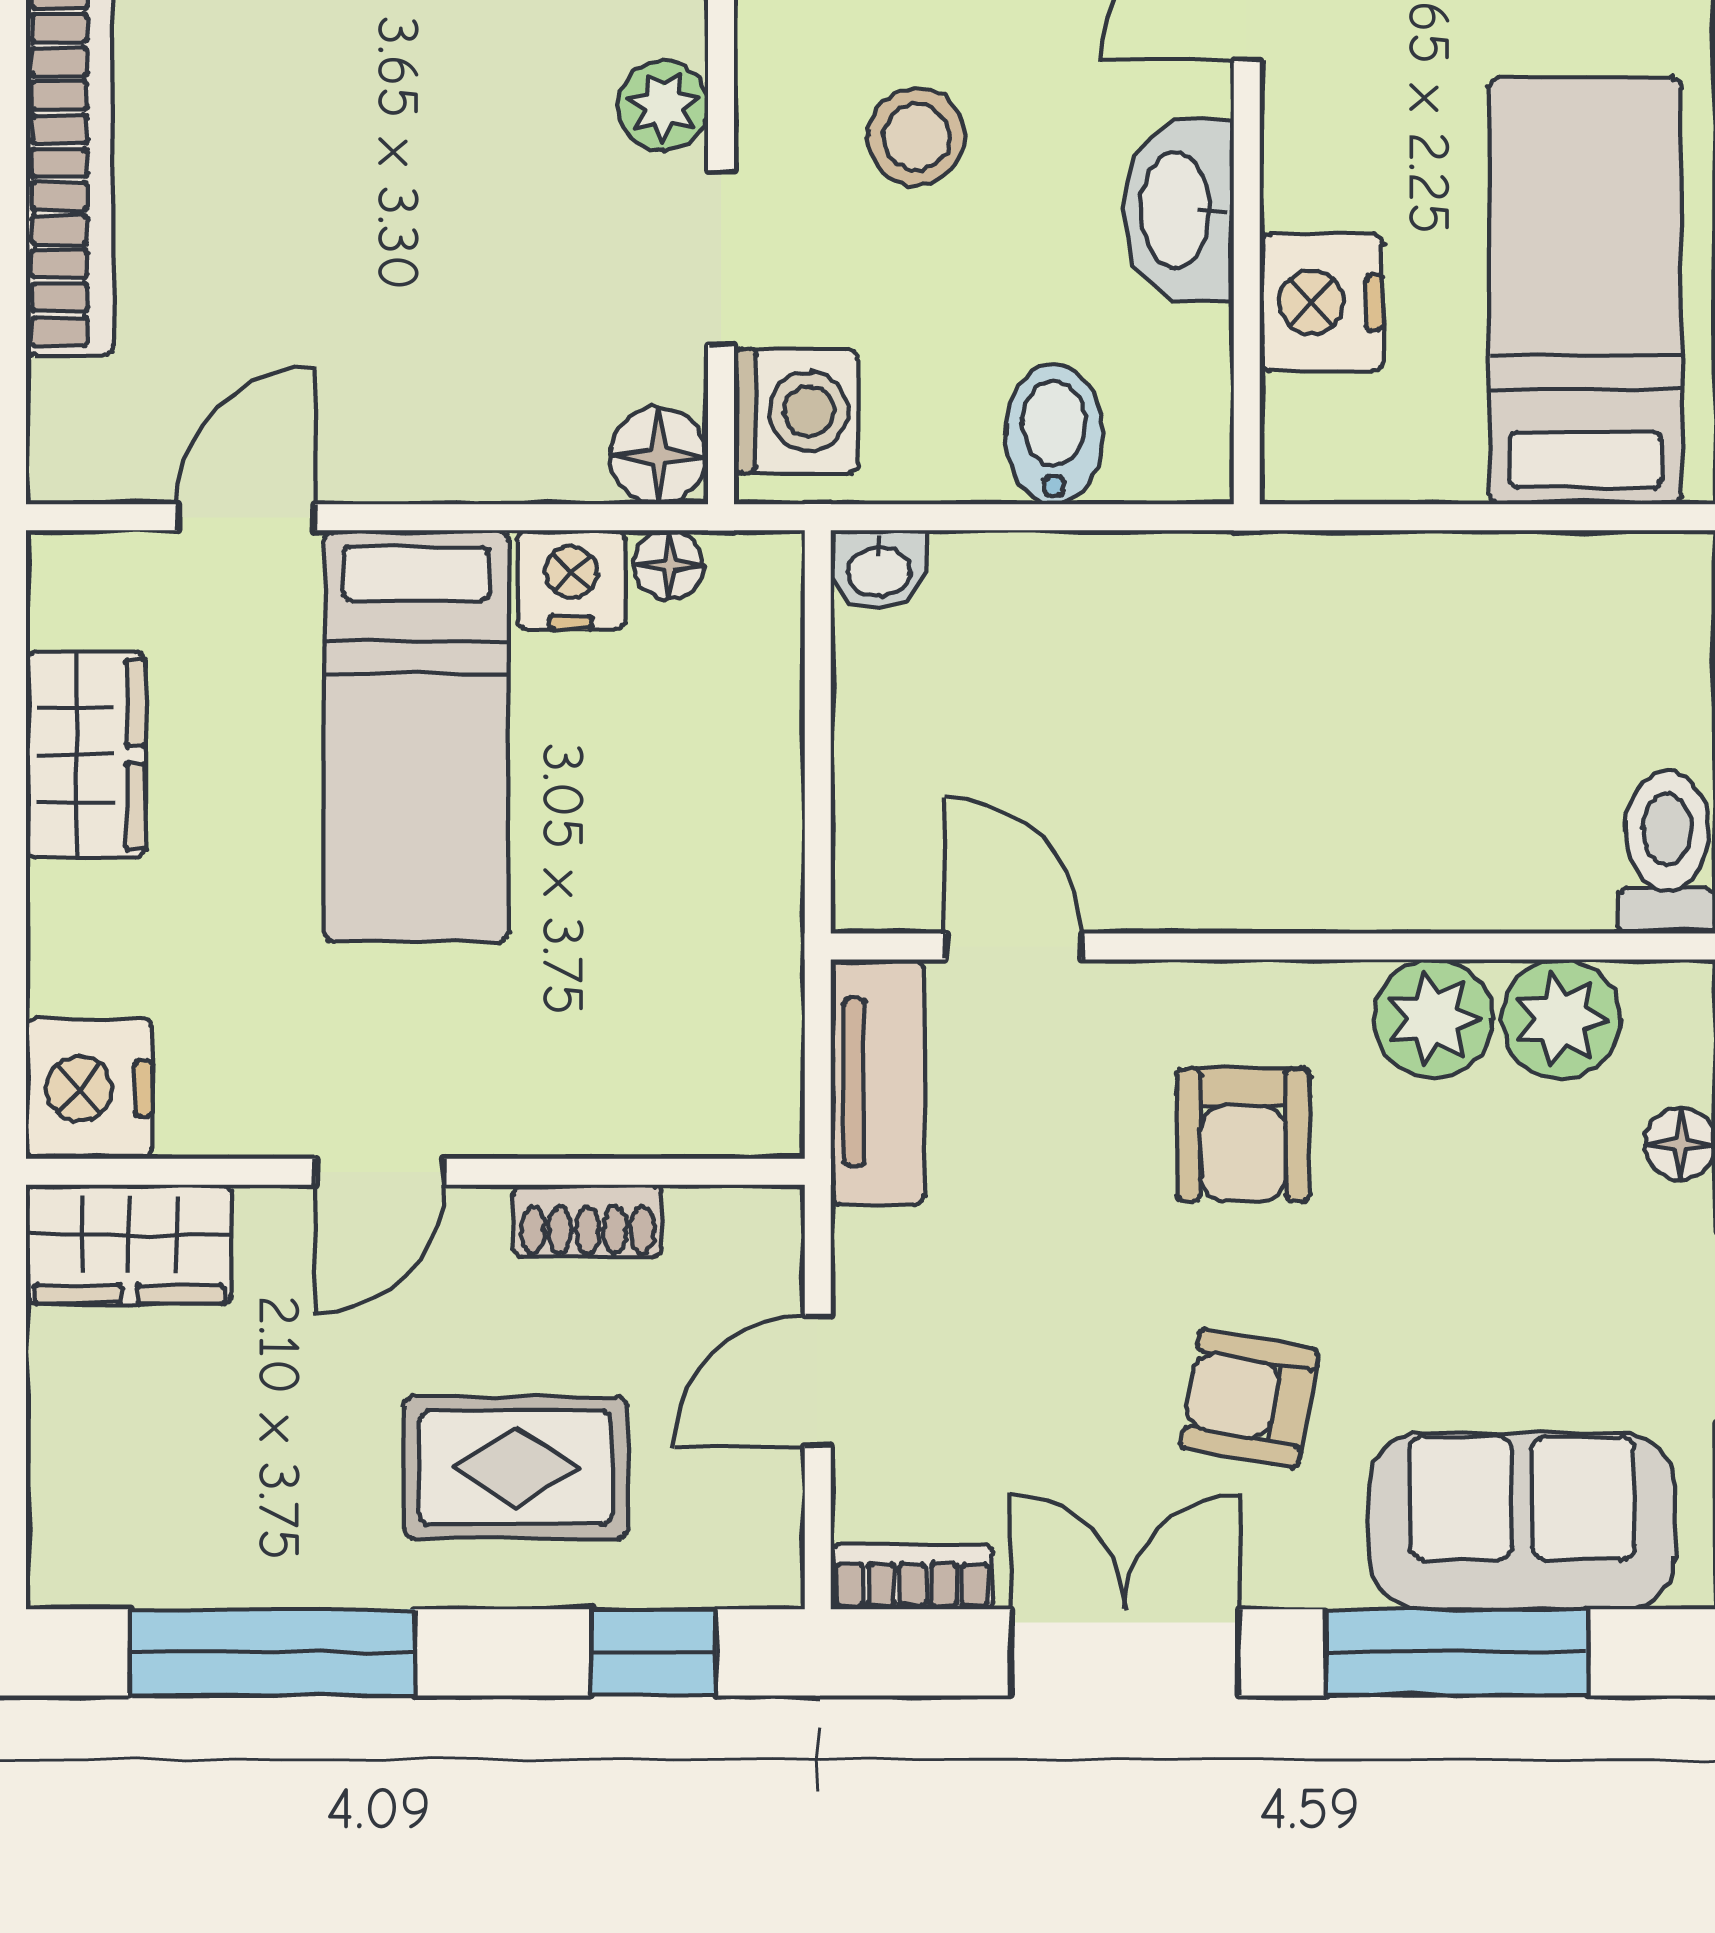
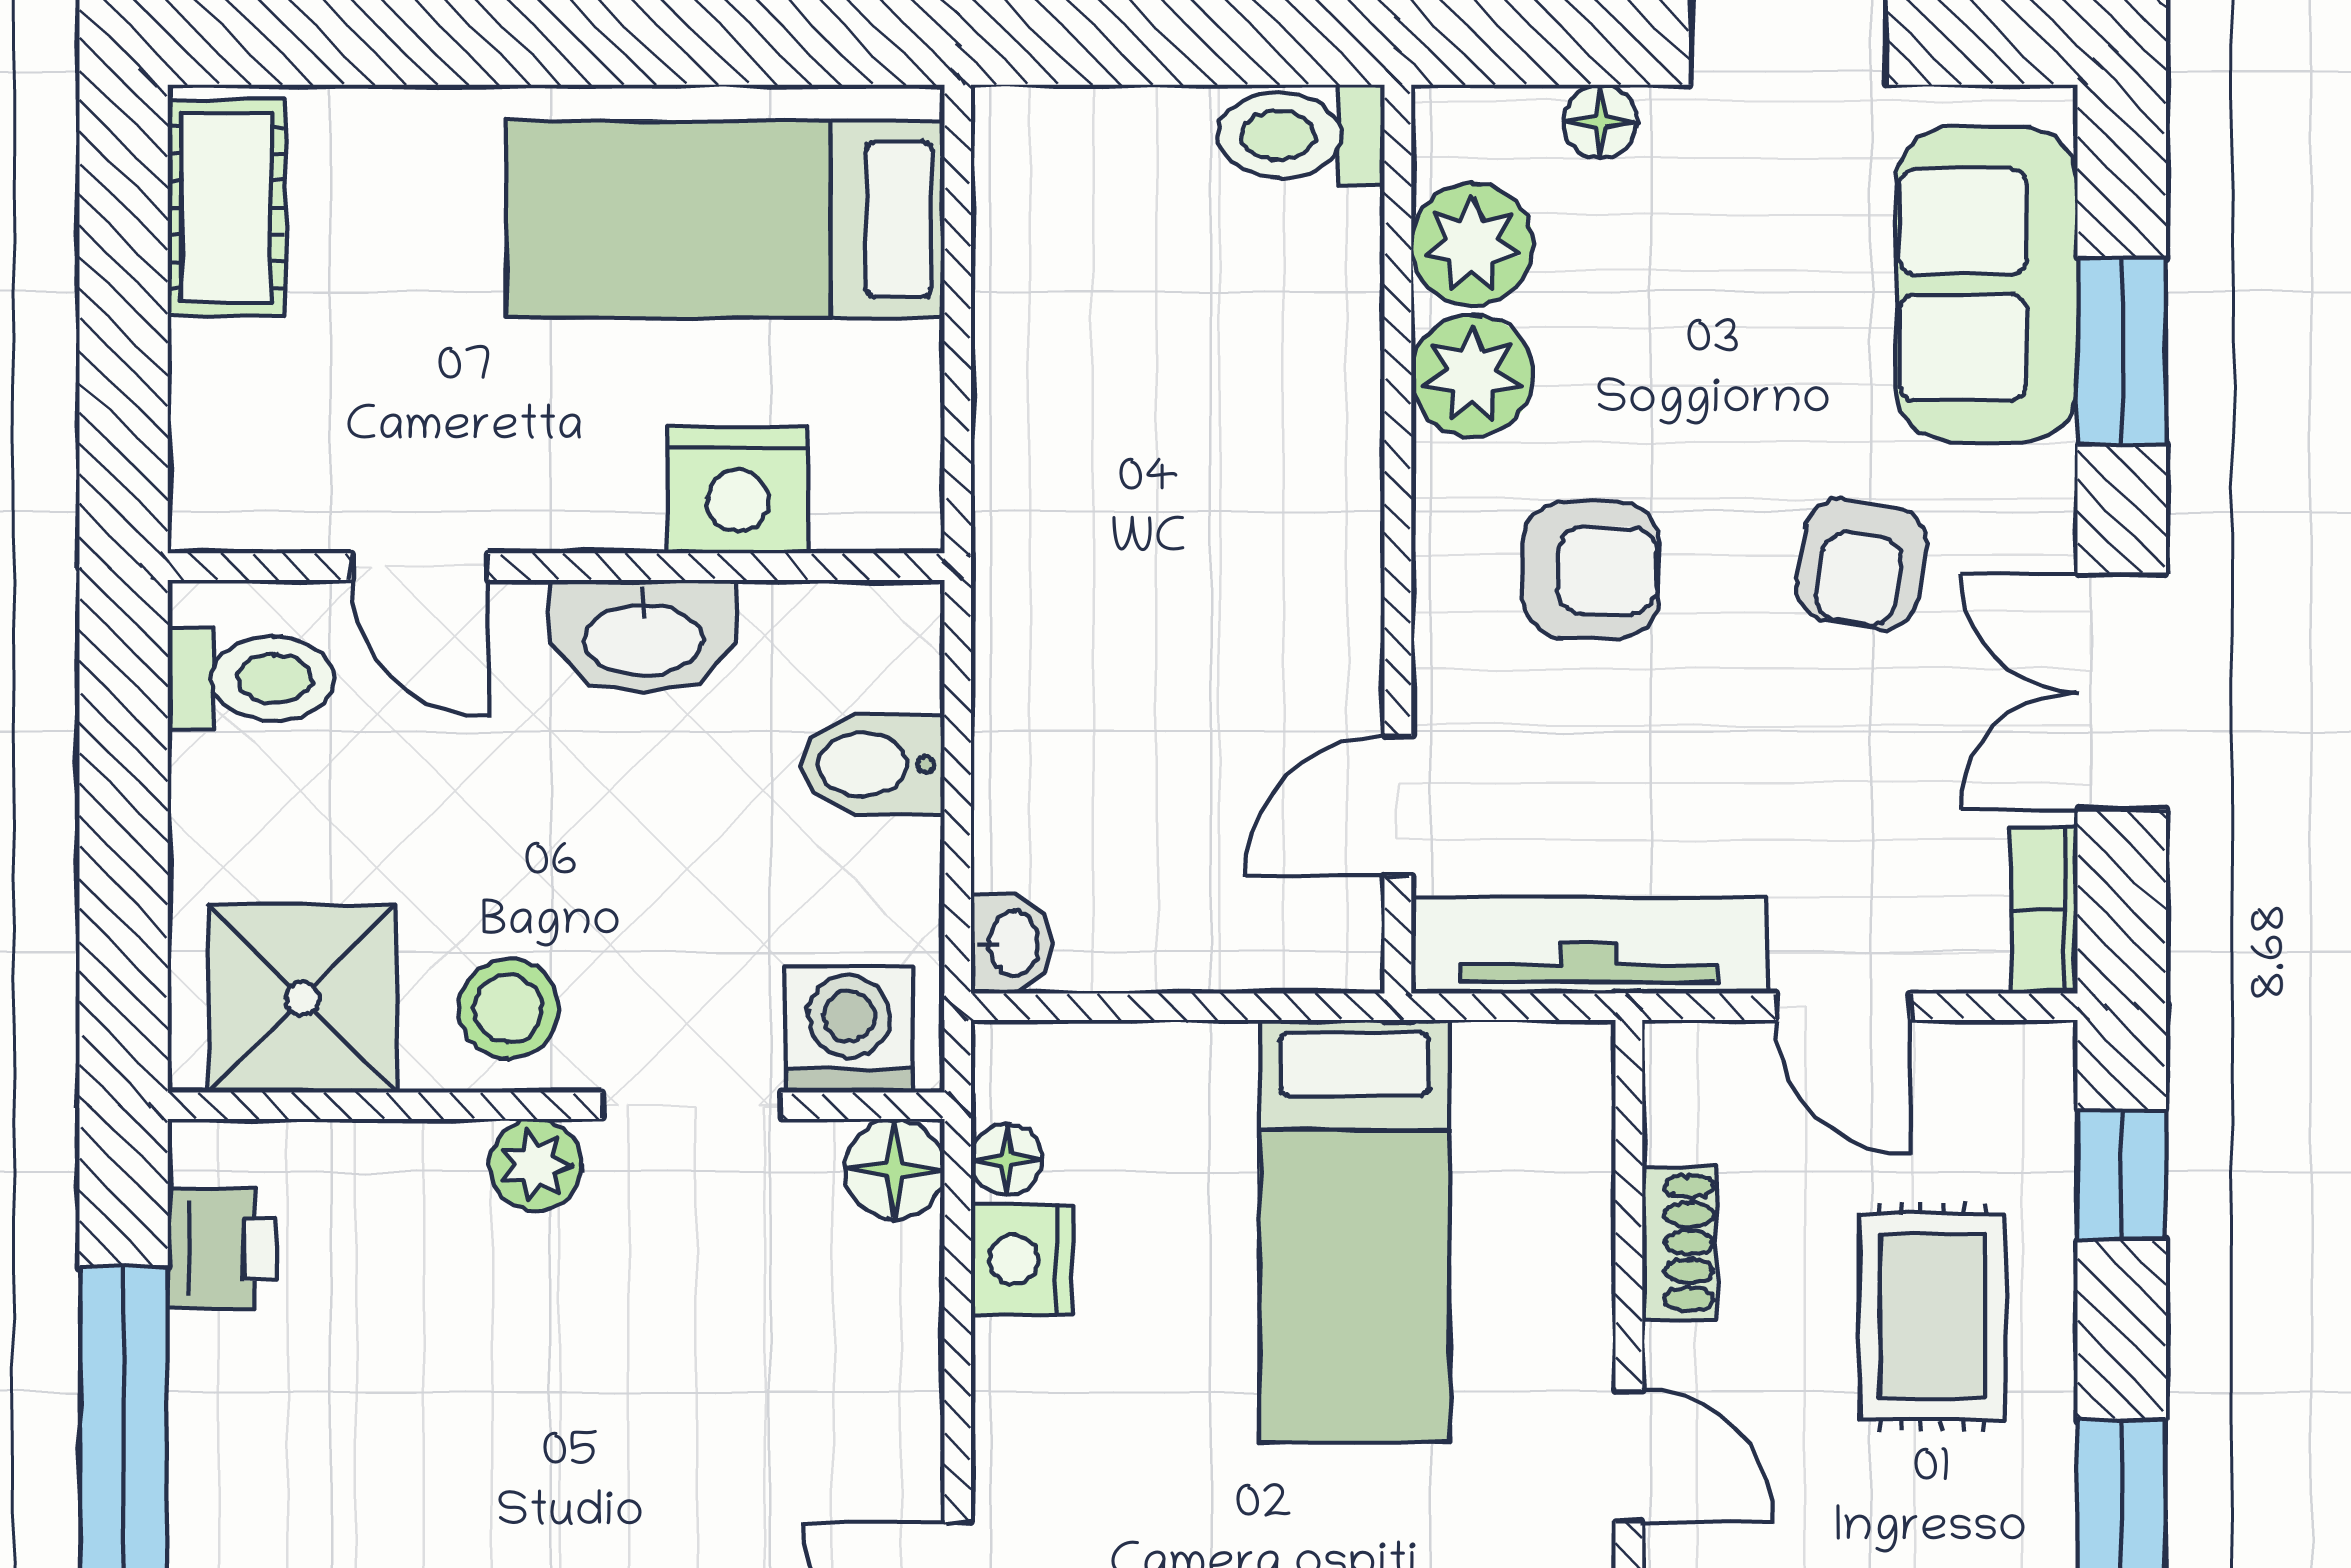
stool: (916, 137) -> (508, 1008), moved
bed: (416, 736) -> (1354, 1231), moved, turned 90
tv unit: (877, 1082) -> (1589, 945), width x1.41
window: (1457, 1652) -> (2122, 351), width x0.69

